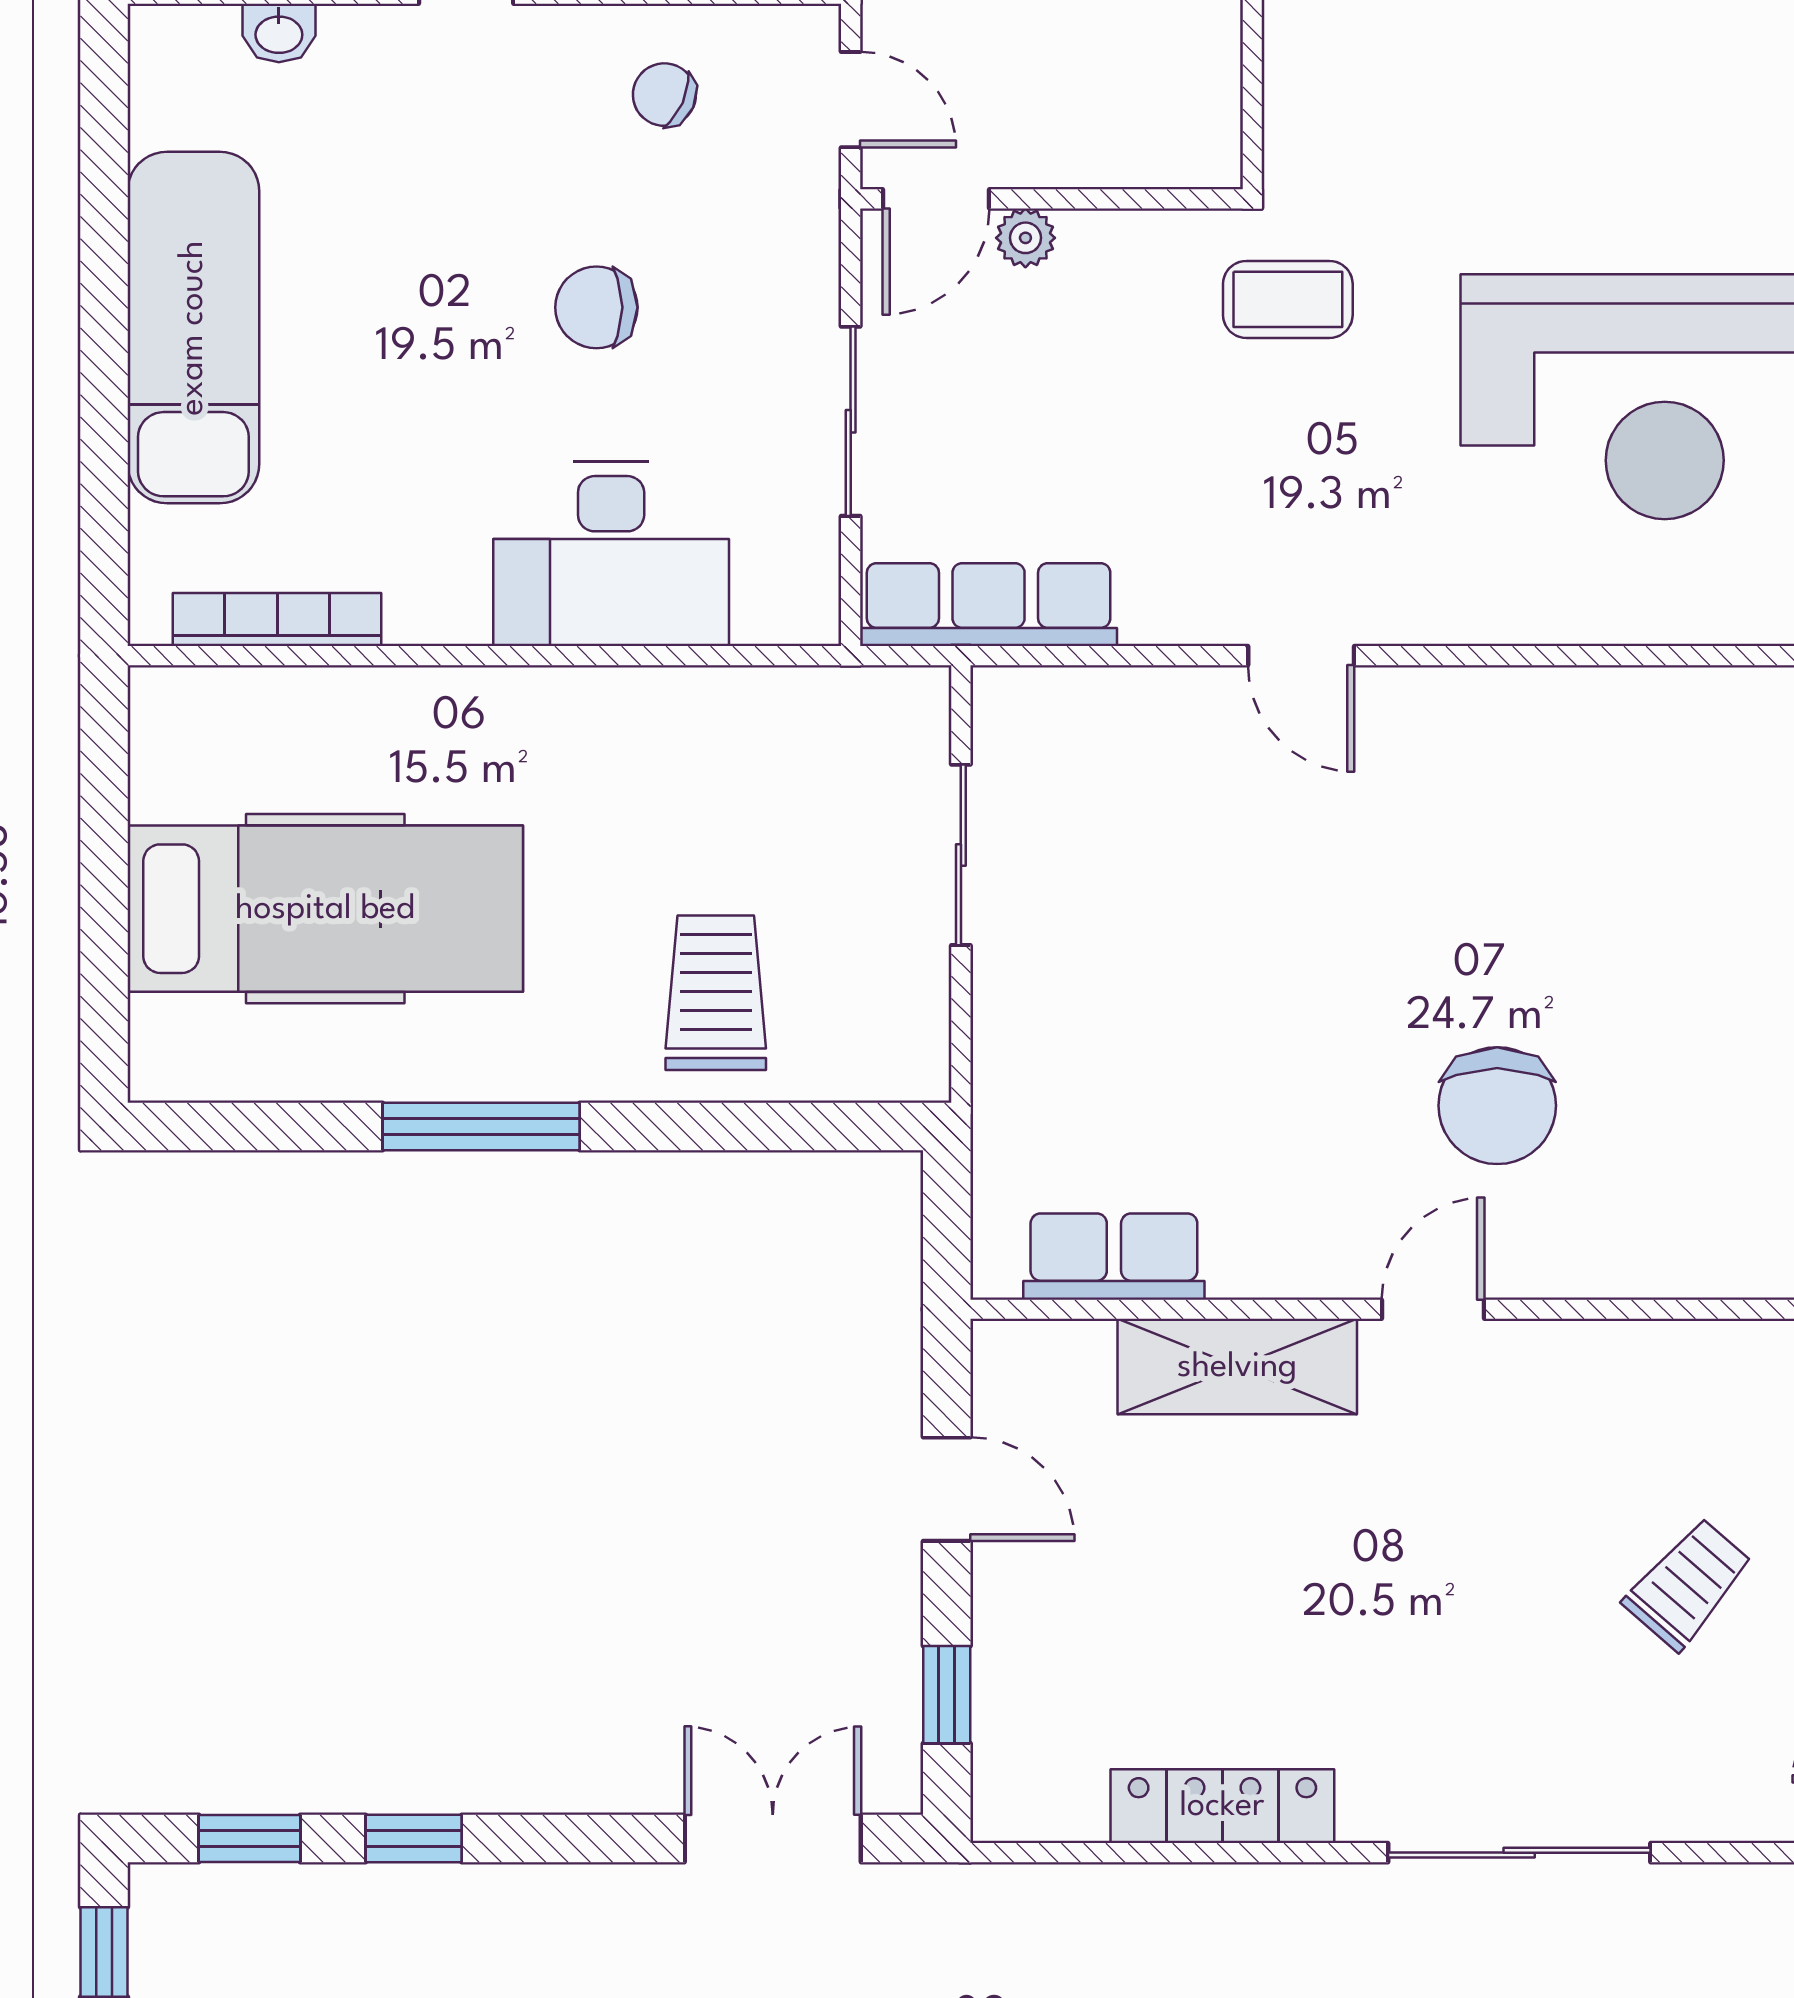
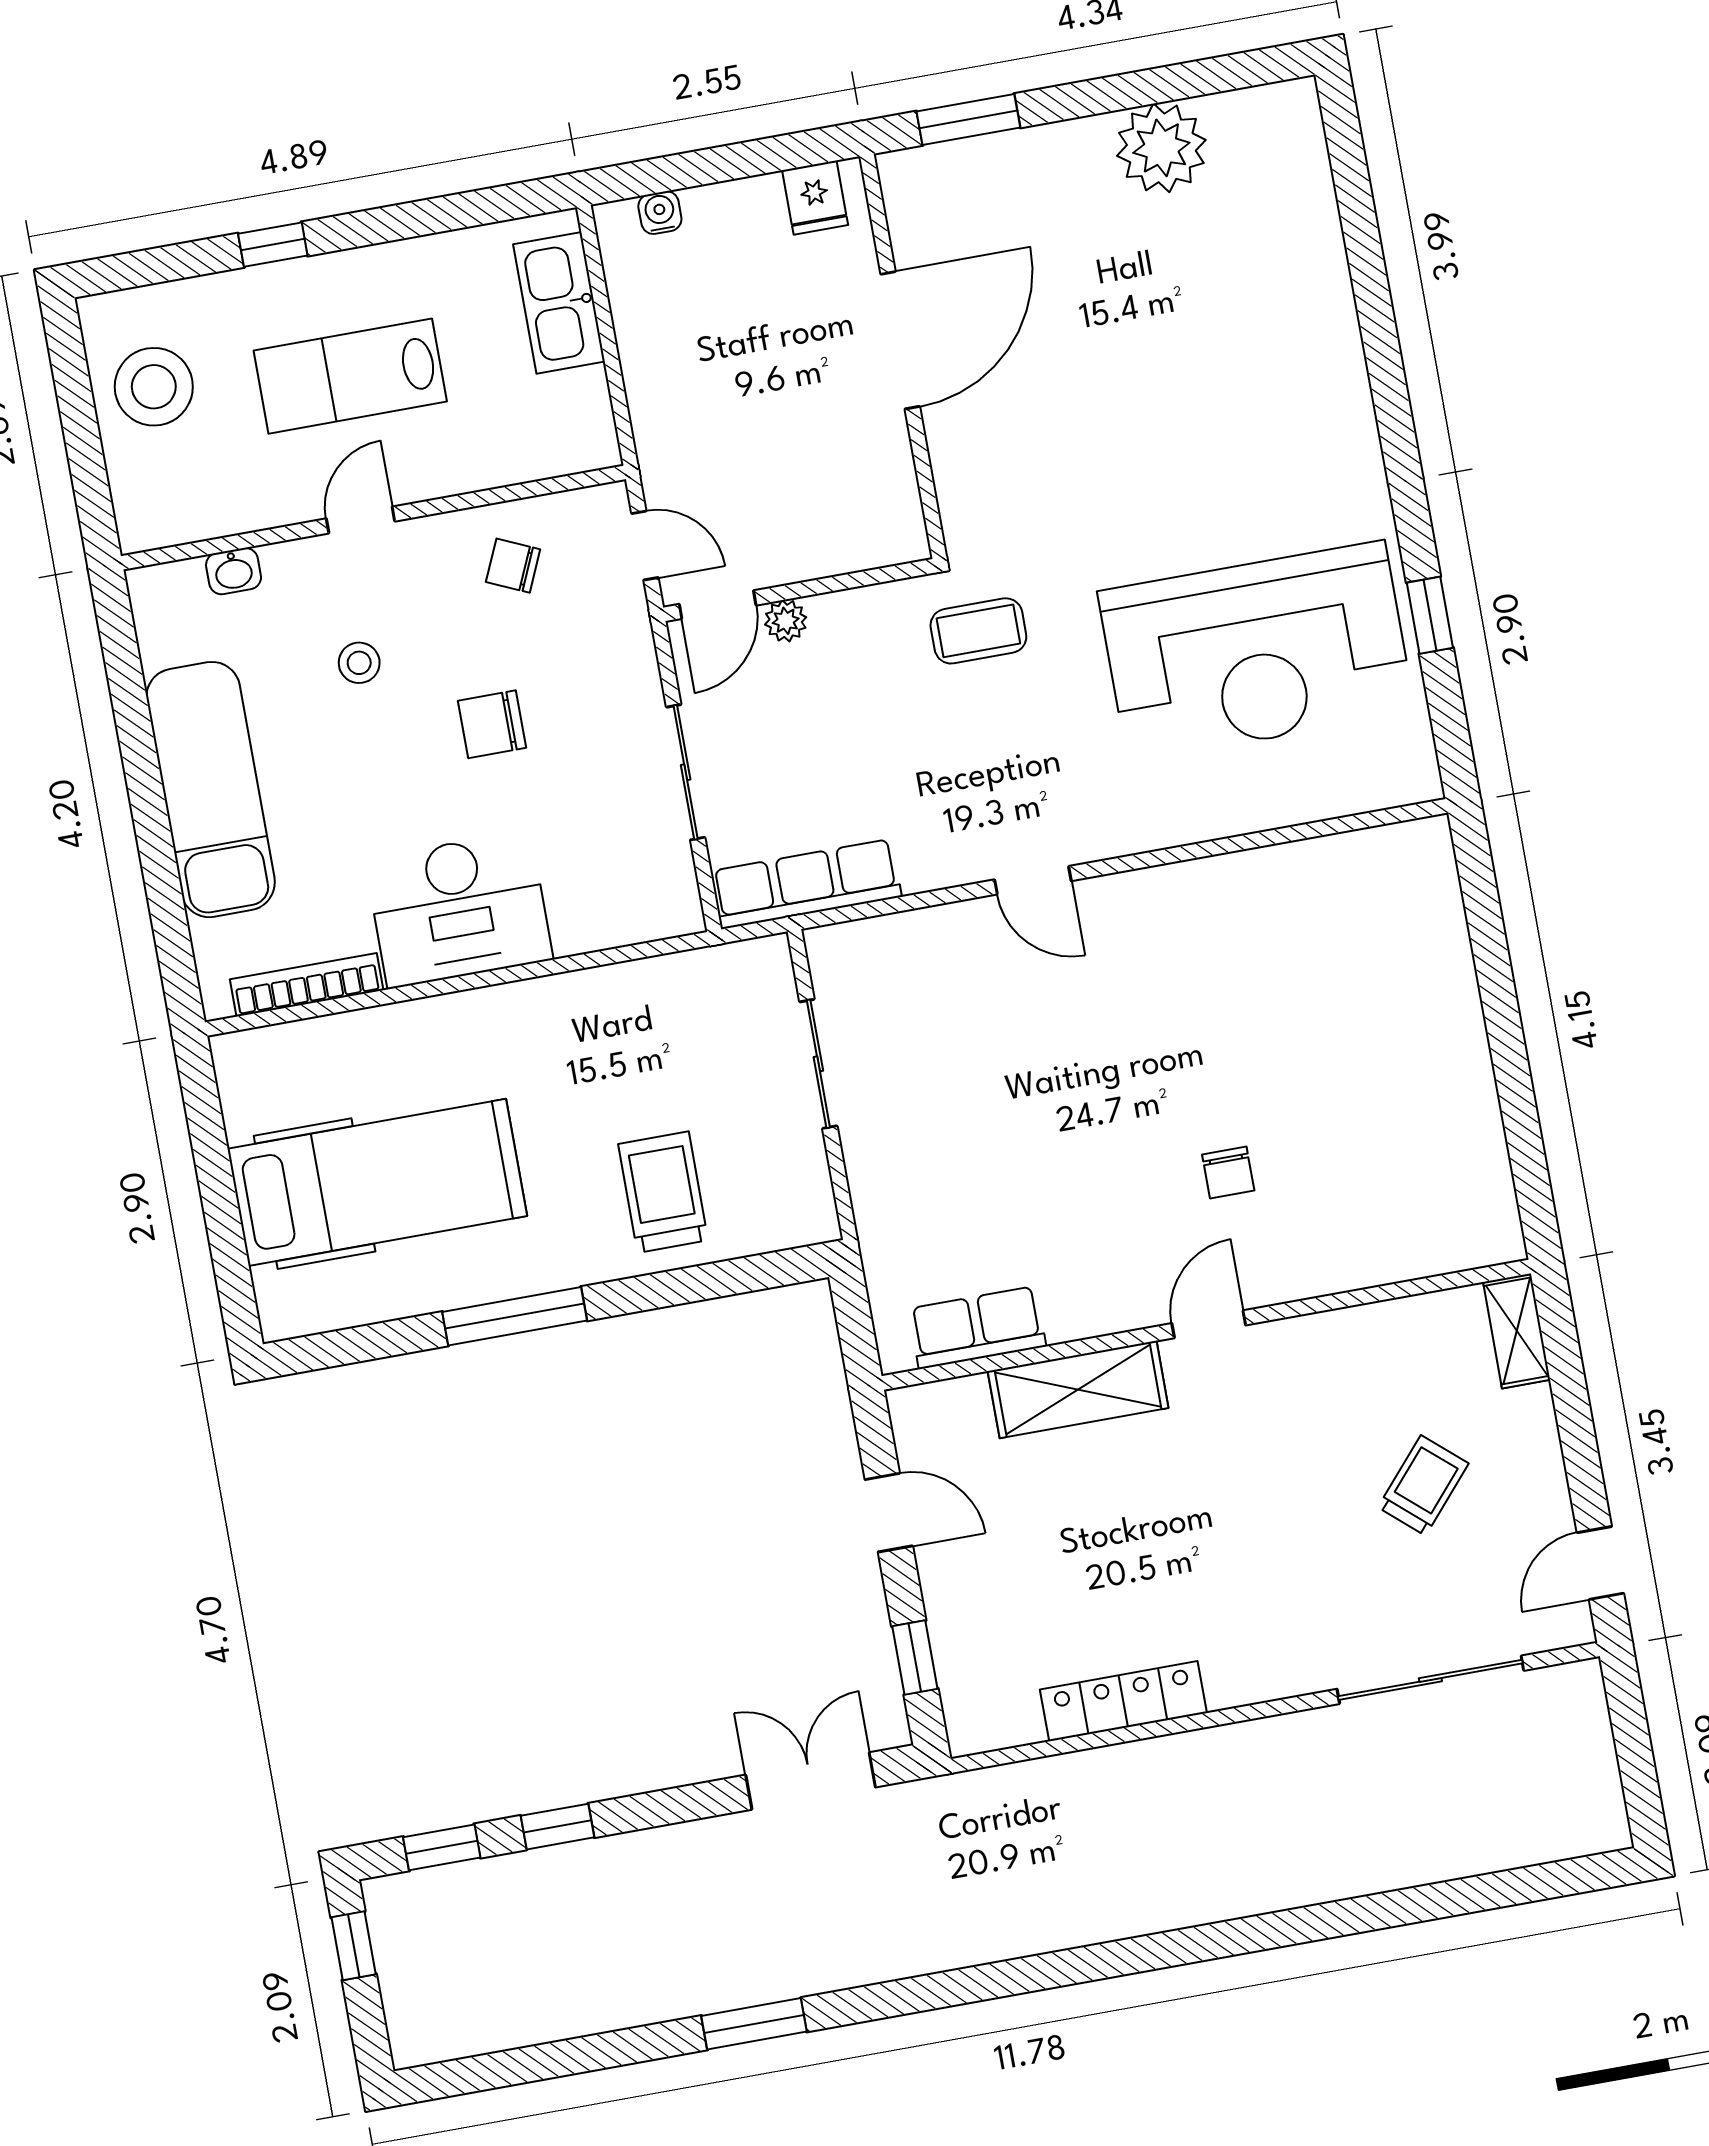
stool: (429, 190) -> (359, 663), added
desk: (611, 554) -> (459, 909), moved
chair: (1497, 1106) -> (1228, 1173), width x0.54, depth x0.54
sliding door: (1519, 1853) -> (1430, 1680), moved

